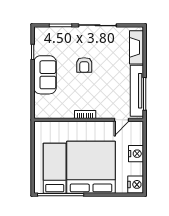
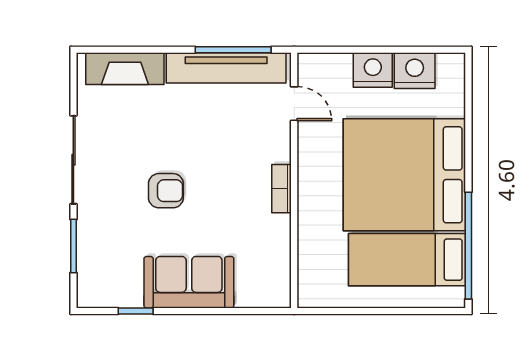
nightstand: (136, 184) -> (415, 71), moved

